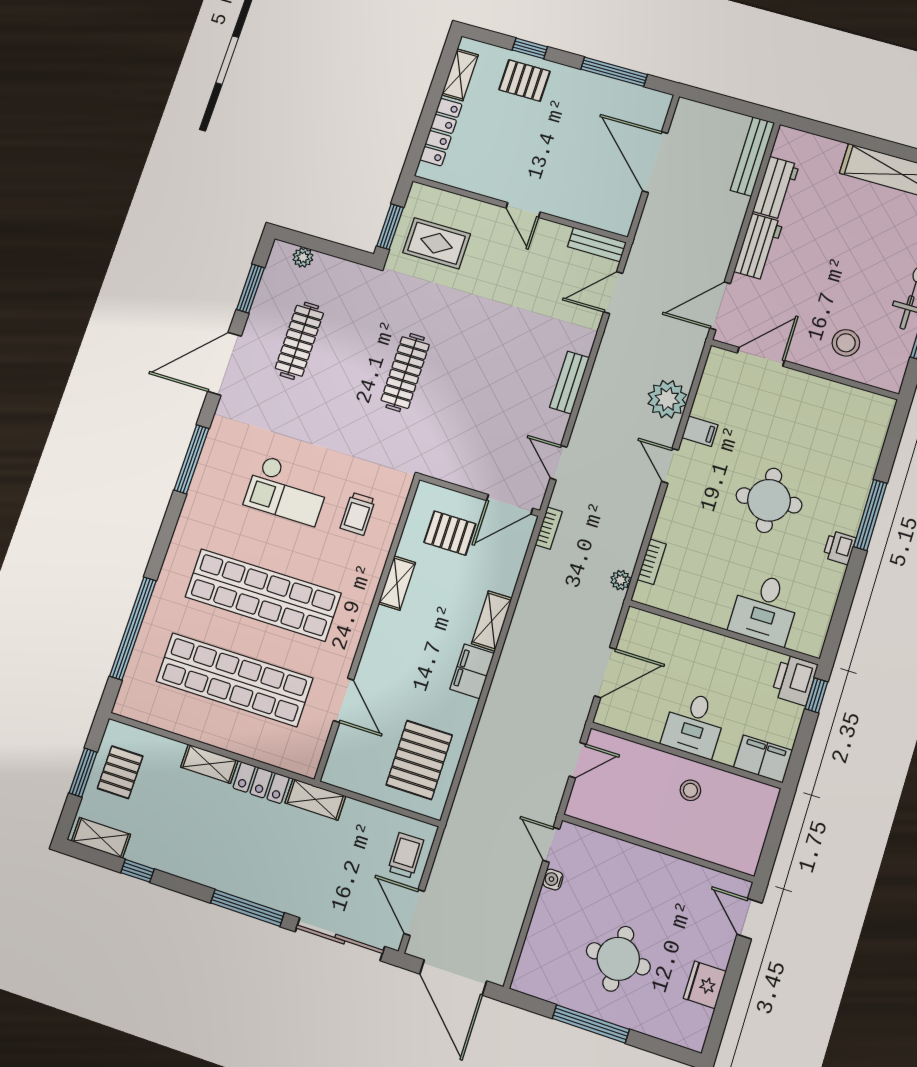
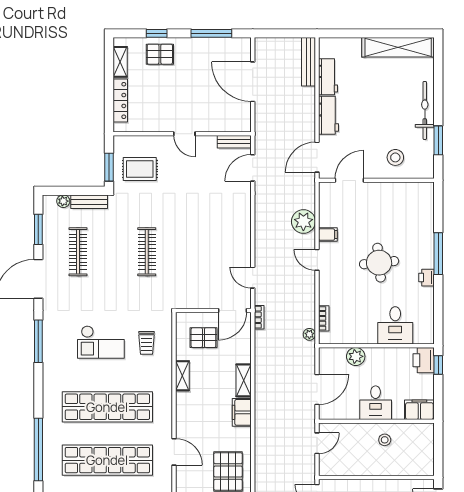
bench: (569, 383) -> (89, 202), moved, turned 90
plant: (685, 639) -> (356, 356), added

